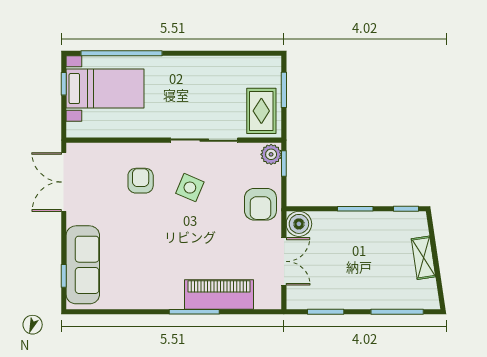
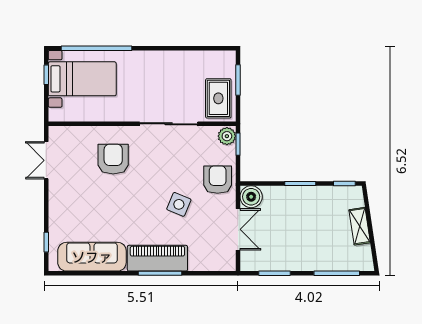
armchair: (141, 181) -> (113, 159), width x1.38, depth x1.38
double door: (64, 182) -> (46, 160), width x0.73
side table: (190, 188) -> (179, 204), moved
armchair: (260, 204) -> (218, 180), turned 180
sofa: (83, 265) -> (92, 257), moved, turned -90
piano: (219, 294) -> (157, 258), moved

